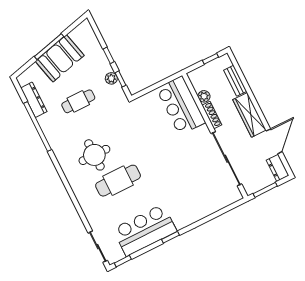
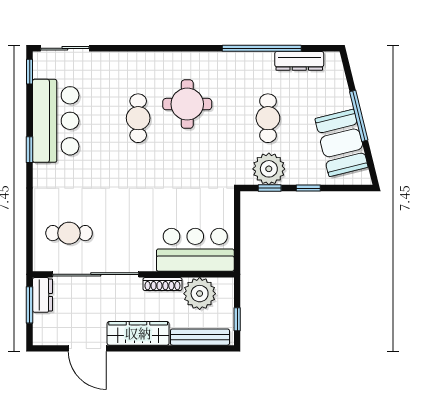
booth: (60, 58) -> (342, 143), moved
plant: (111, 78) -> (269, 169), width x1.87, depth x1.87
bench: (235, 81) -> (200, 337), width x1.36
plant: (204, 96) -> (200, 294), width x1.88, depth x1.88
dresser: (278, 168) -> (42, 295), moved, turned 90
cafe table: (118, 181) -> (138, 118), width x0.73, depth x0.74
cafe table: (209, 188) -> (69, 233), added

